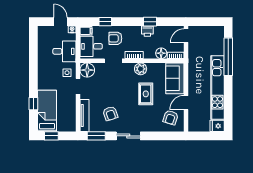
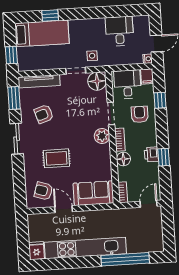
door: (186, 36) -> (149, 204), hinge flipped
desk: (64, 51) -> (119, 31), moved, turned 180
floor lamp: (161, 53) -> (123, 159), moved
plant: (141, 69) -> (102, 136), moved
rug: (146, 94) -> (56, 158), moved
window: (51, 136) -> (11, 55), moved

